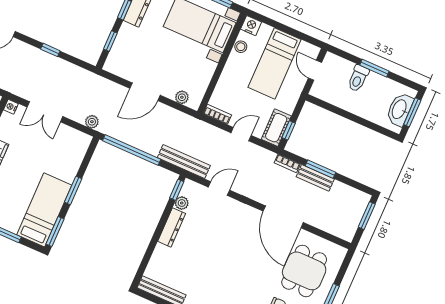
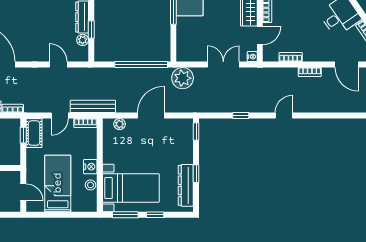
nightstand: (251, 26) -> (90, 167), moved, turned -90
window: (110, 41) -> (196, 131), moved
plant: (92, 122) -> (183, 78), width x1.88, depth x1.88
bench: (184, 162) -> (93, 106), moved
door: (219, 189) -> (58, 65), swing flipped
window: (177, 190) -> (91, 29), moved

